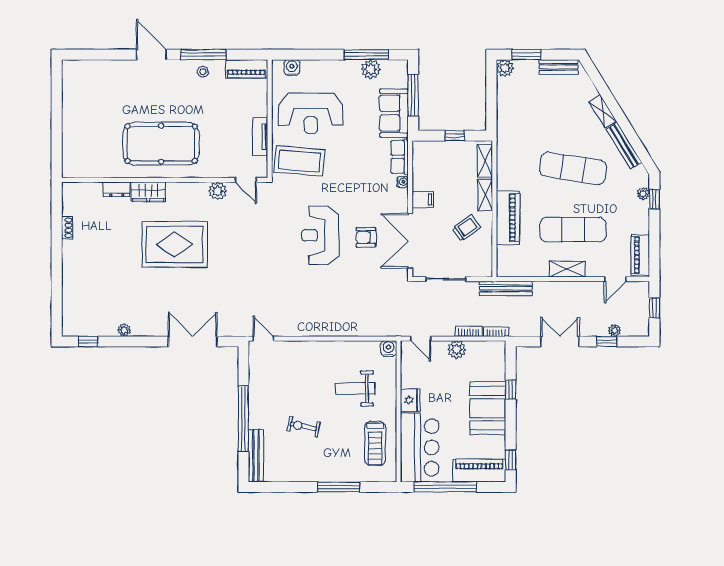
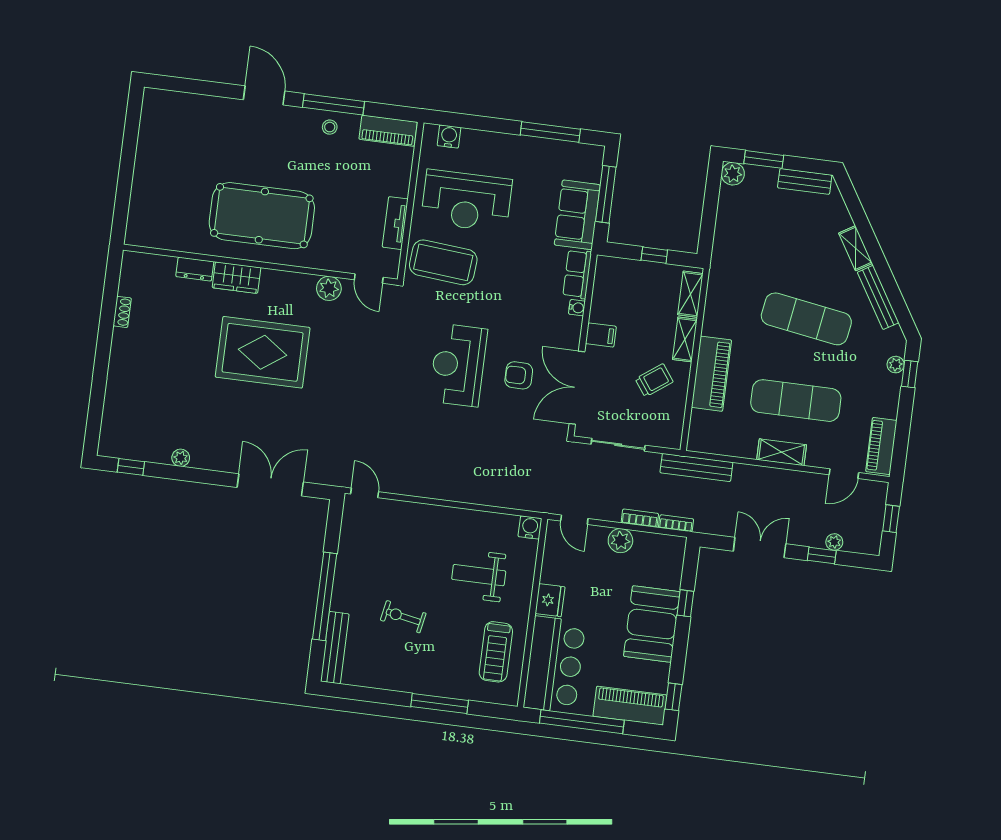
plant: (371, 69) -> (554, 152), removed

